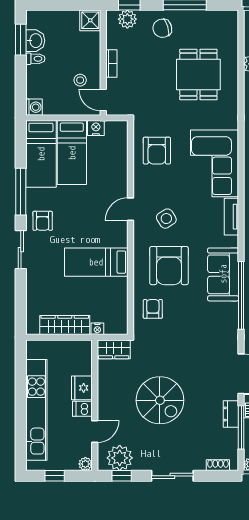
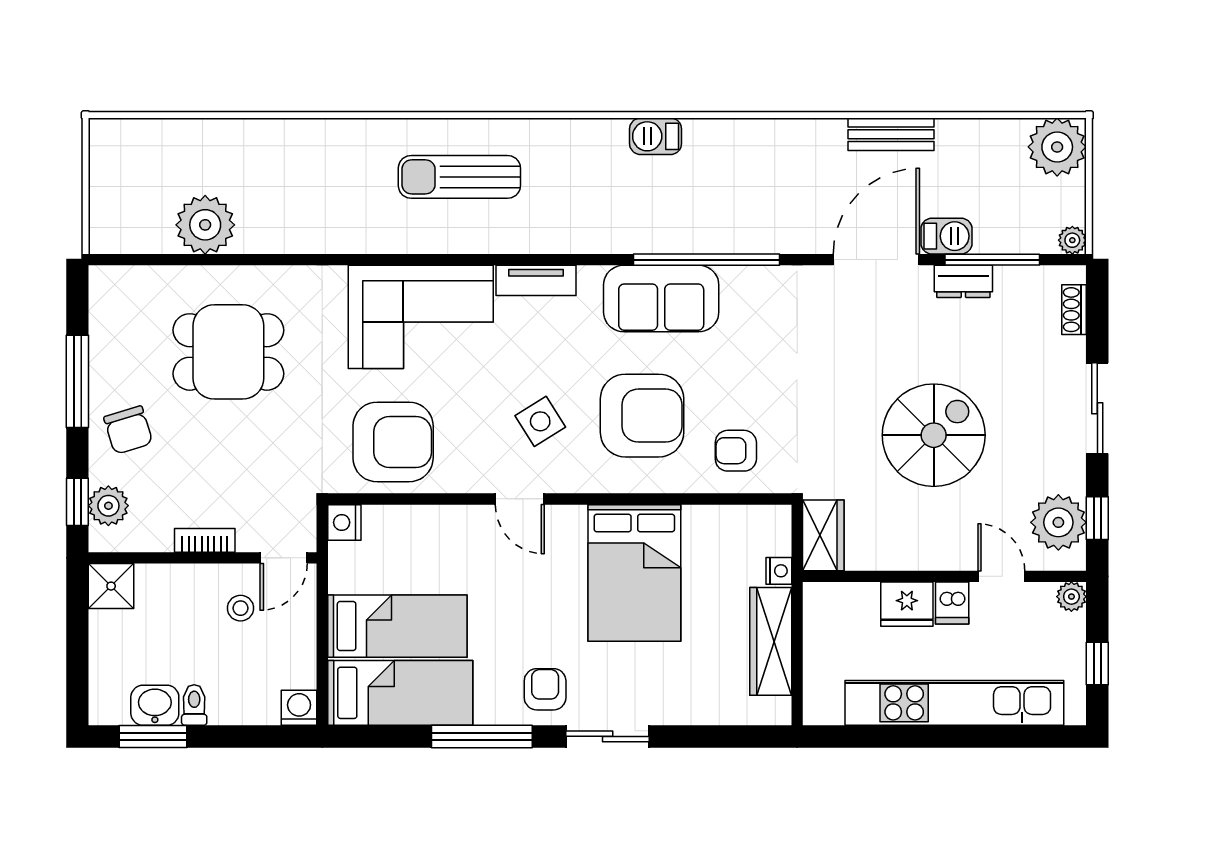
nightstand: (96, 128) -> (344, 522), moved
armchair: (157, 151) -> (393, 442), width x1.36, depth x1.36
armchair: (43, 221) -> (545, 689), turned -90
bed: (96, 262) -> (634, 573), width x1.50

